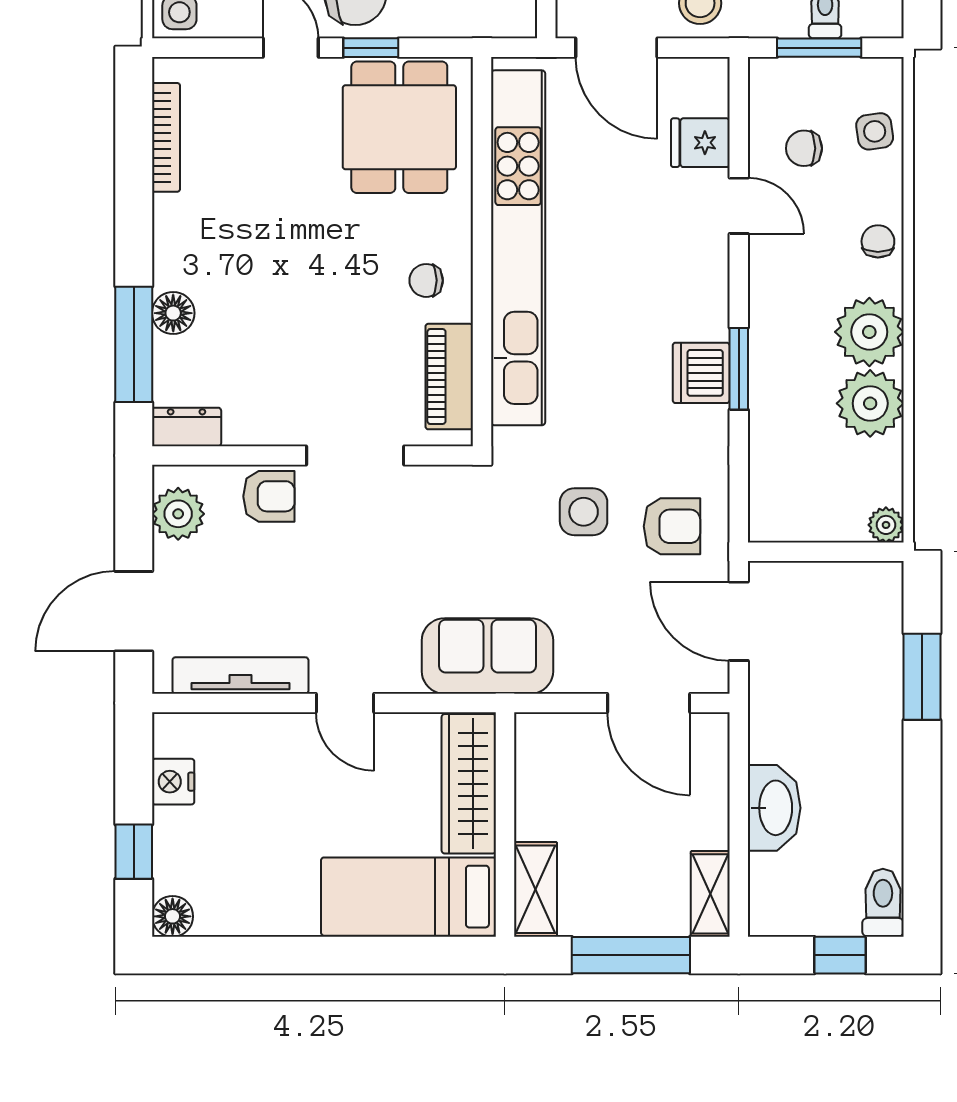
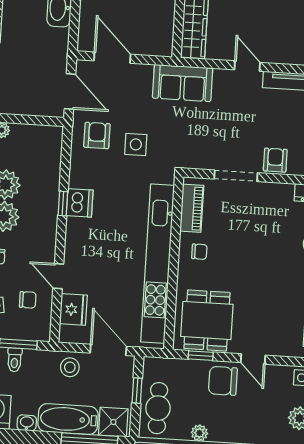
window: (371, 48) -> (201, 356), moved
fridge: (700, 143) -> (73, 309), width x1.38
window: (739, 369) -> (63, 204), width x0.67
armchair: (269, 496) -> (275, 160), turned 90
armchair: (672, 526) -> (97, 135), turned 90

